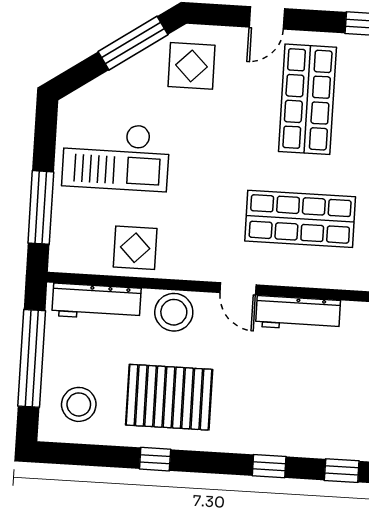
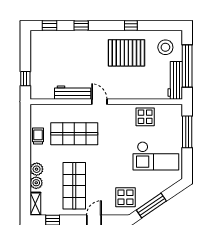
checkout: (116, 156) -> (156, 156), turned 180
workbench: (96, 302) -> (175, 80), moved, turned -90
stool: (174, 312) -> (127, 90), removed

